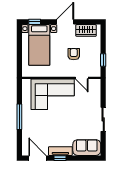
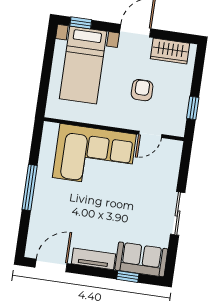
door: (82, 78) -> (150, 134), hinge flipped
door: (37, 158) -> (51, 265), hinge flipped
window: (60, 158) -> (128, 277), moved

